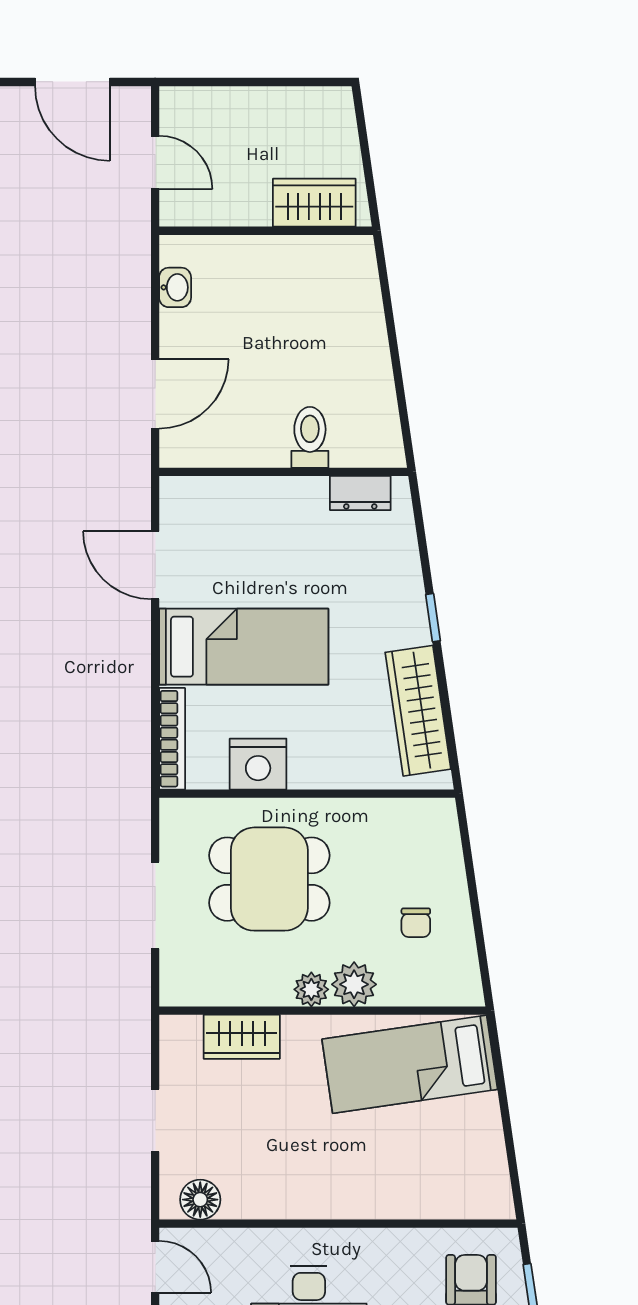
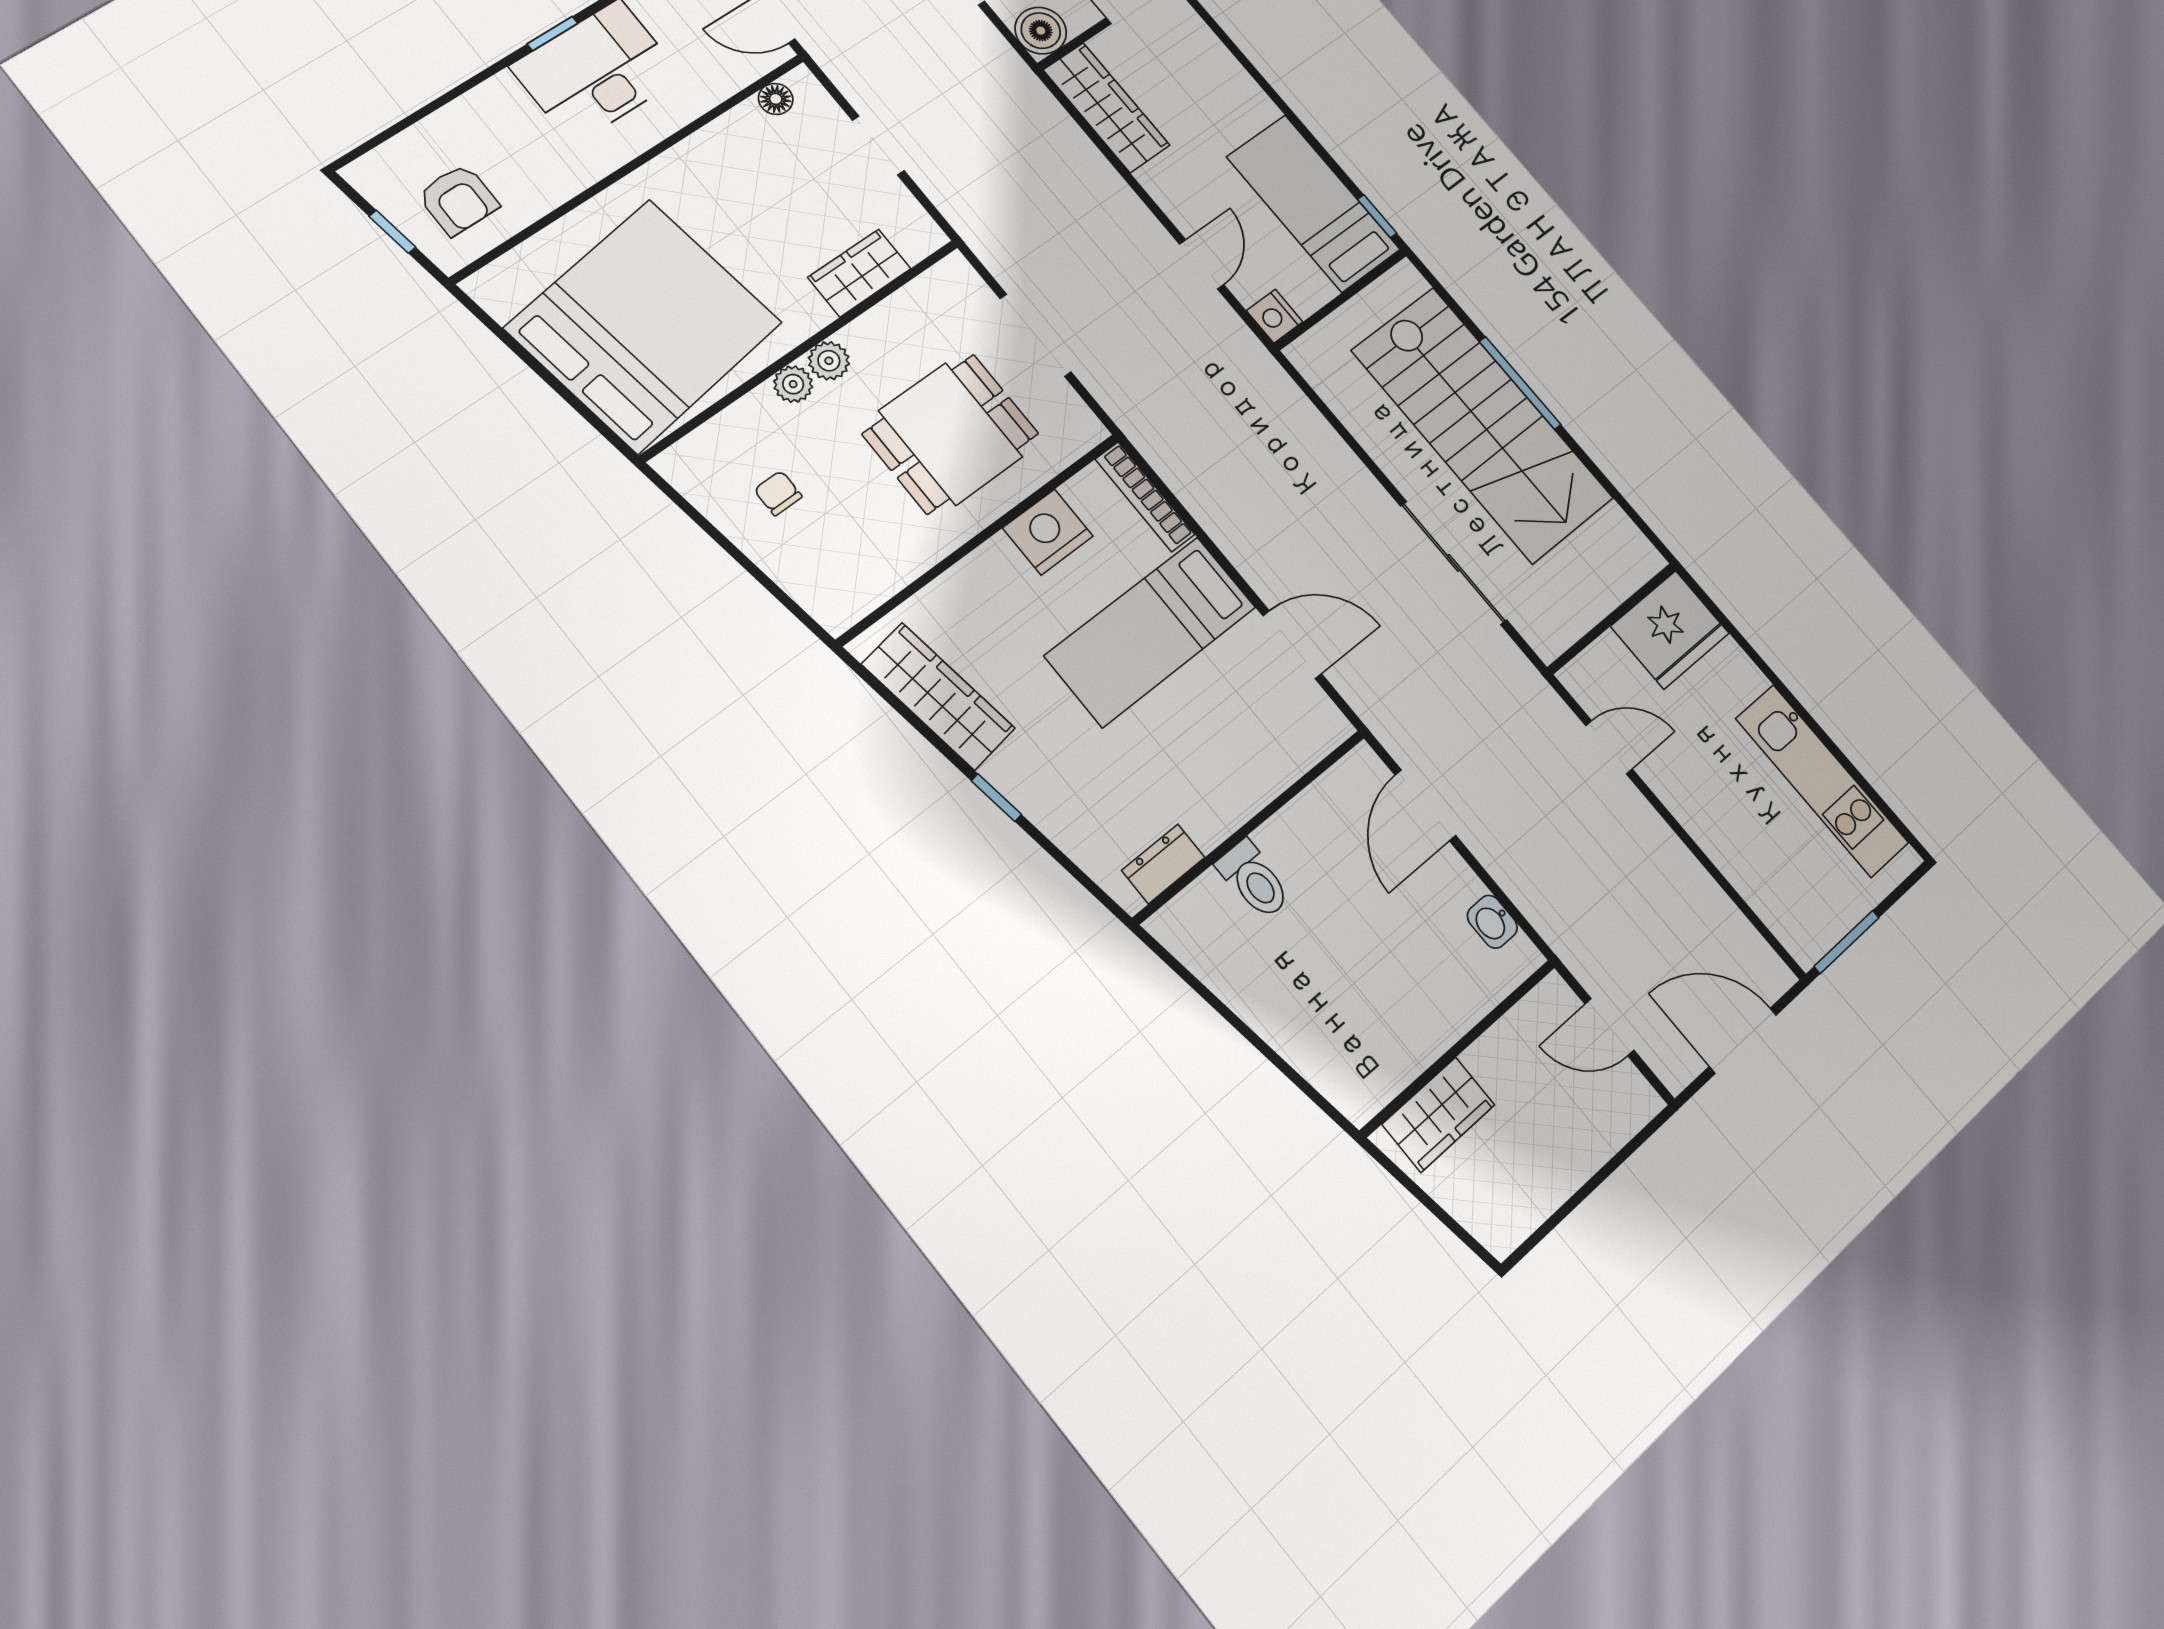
plant: (354, 984) -> (793, 384), width x0.73, depth x0.73
bed: (410, 1064) -> (644, 325), width x2.04
floor lamp: (200, 1200) -> (776, 99), width x0.73, depth x0.73

